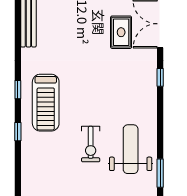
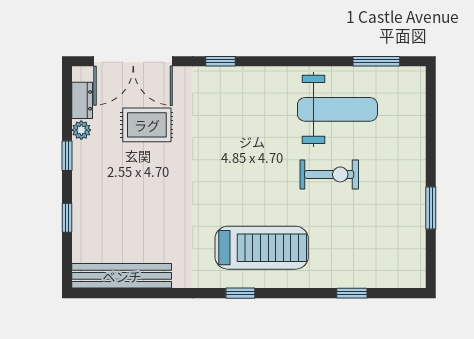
window: (18, 132) -> (352, 293), moved
weight bench: (131, 149) -> (337, 109), turned 180

